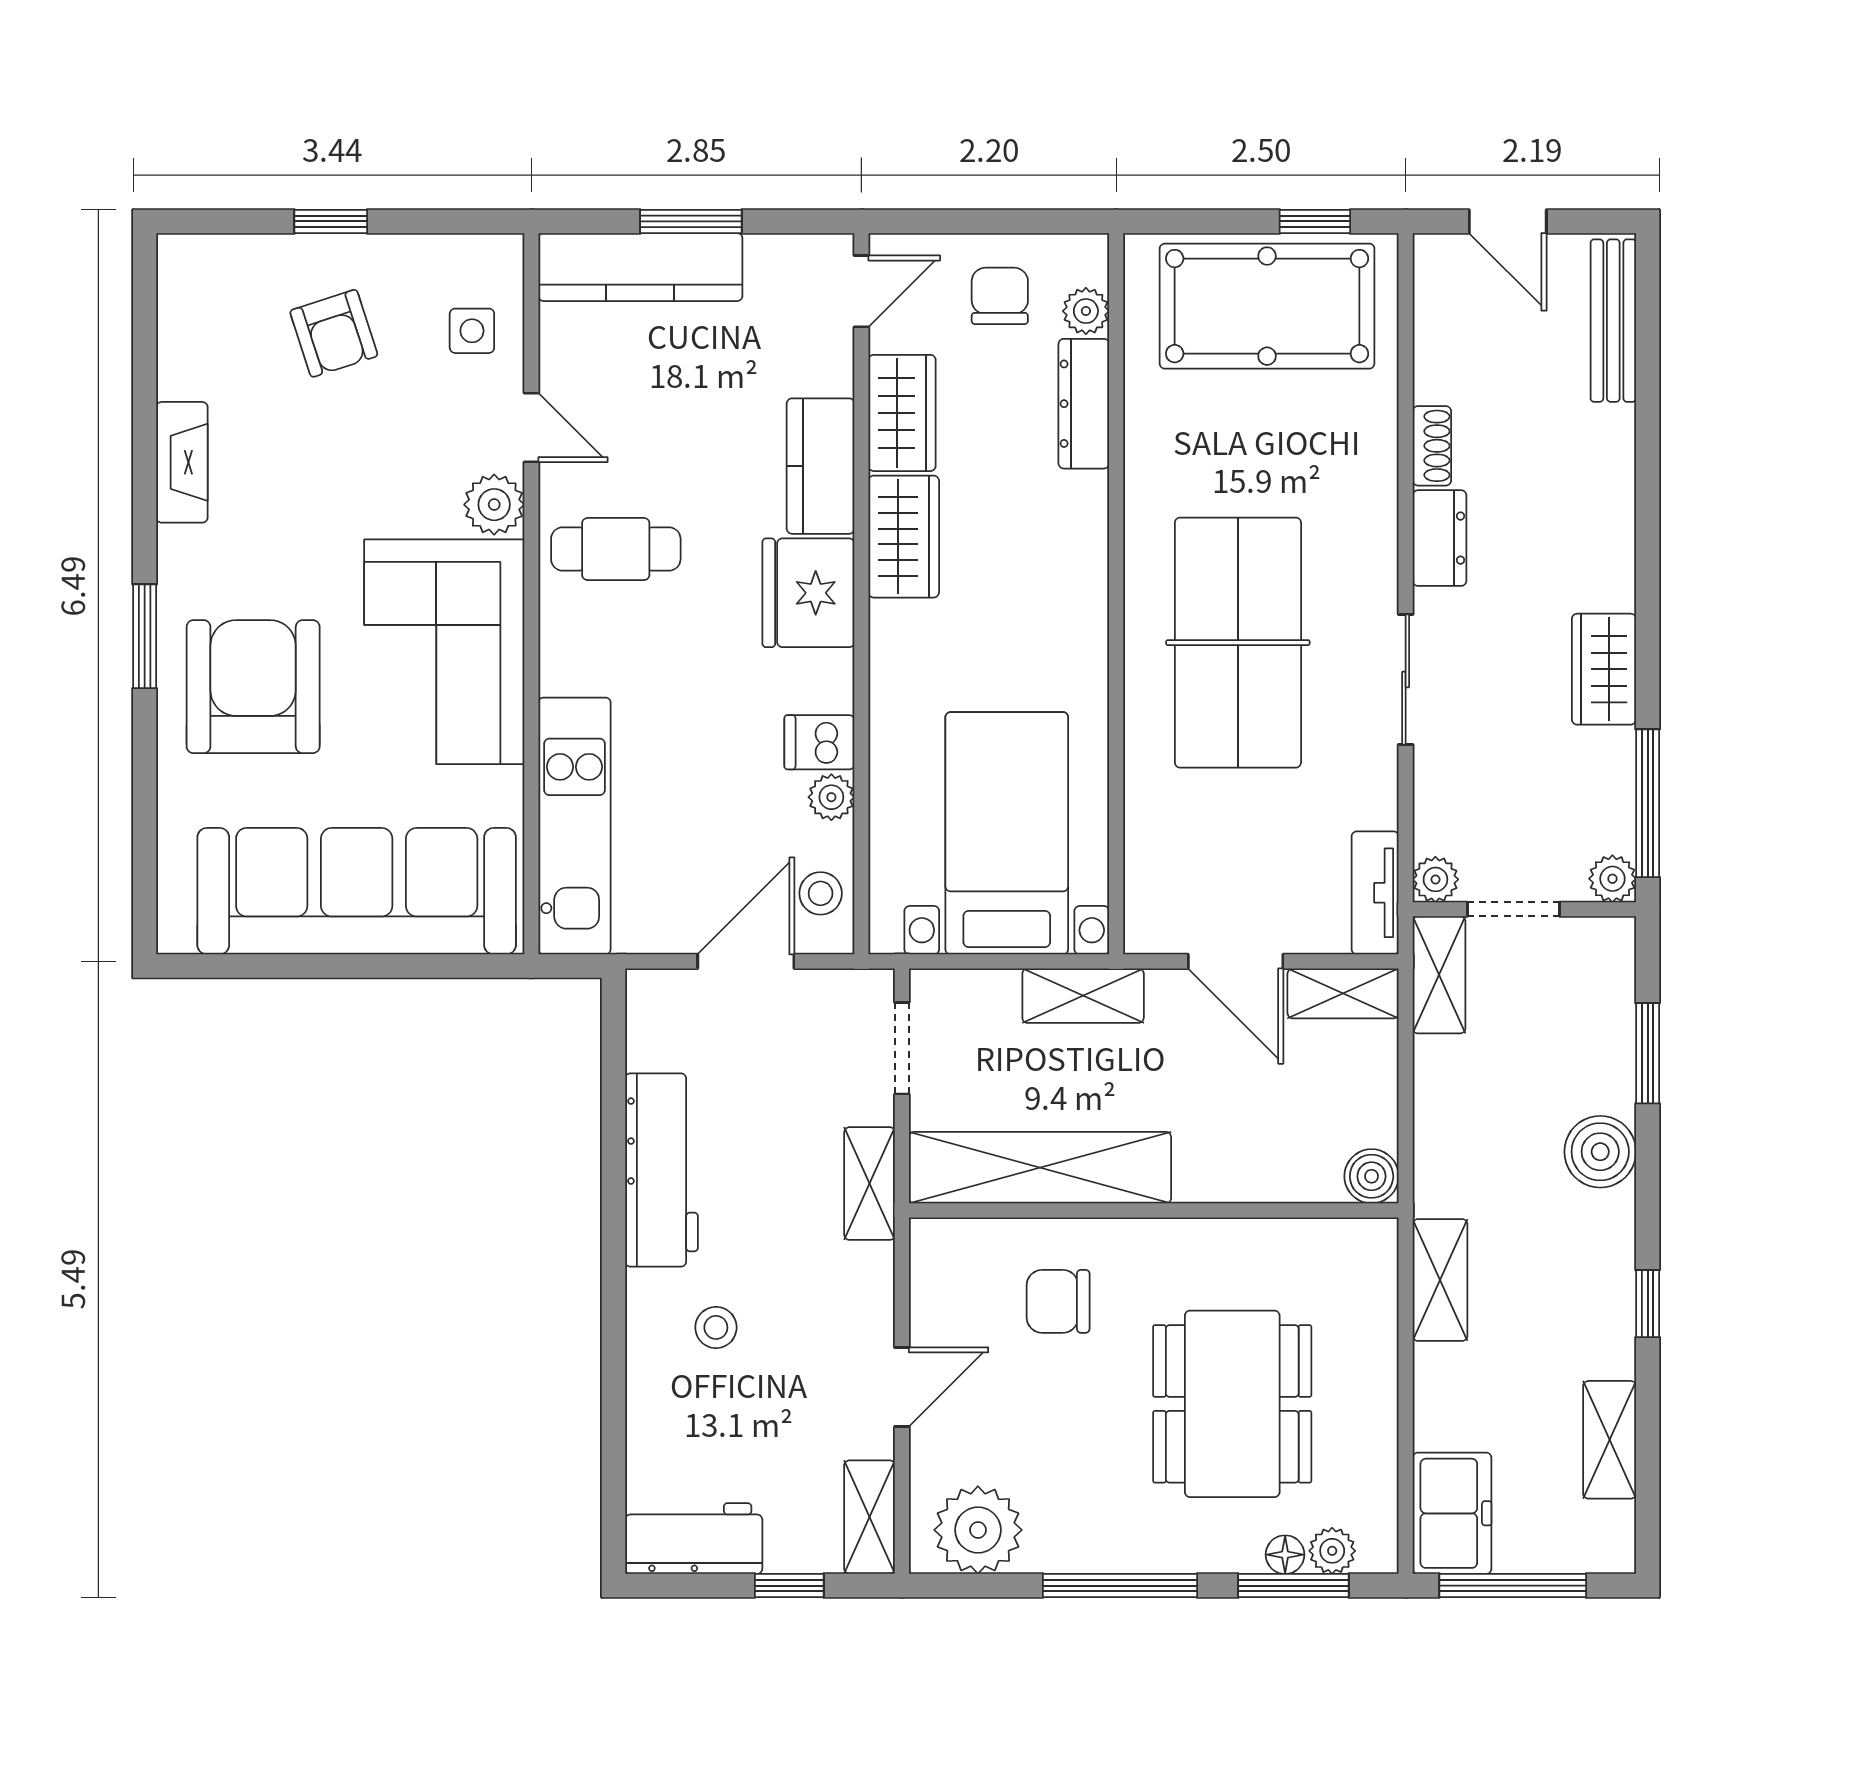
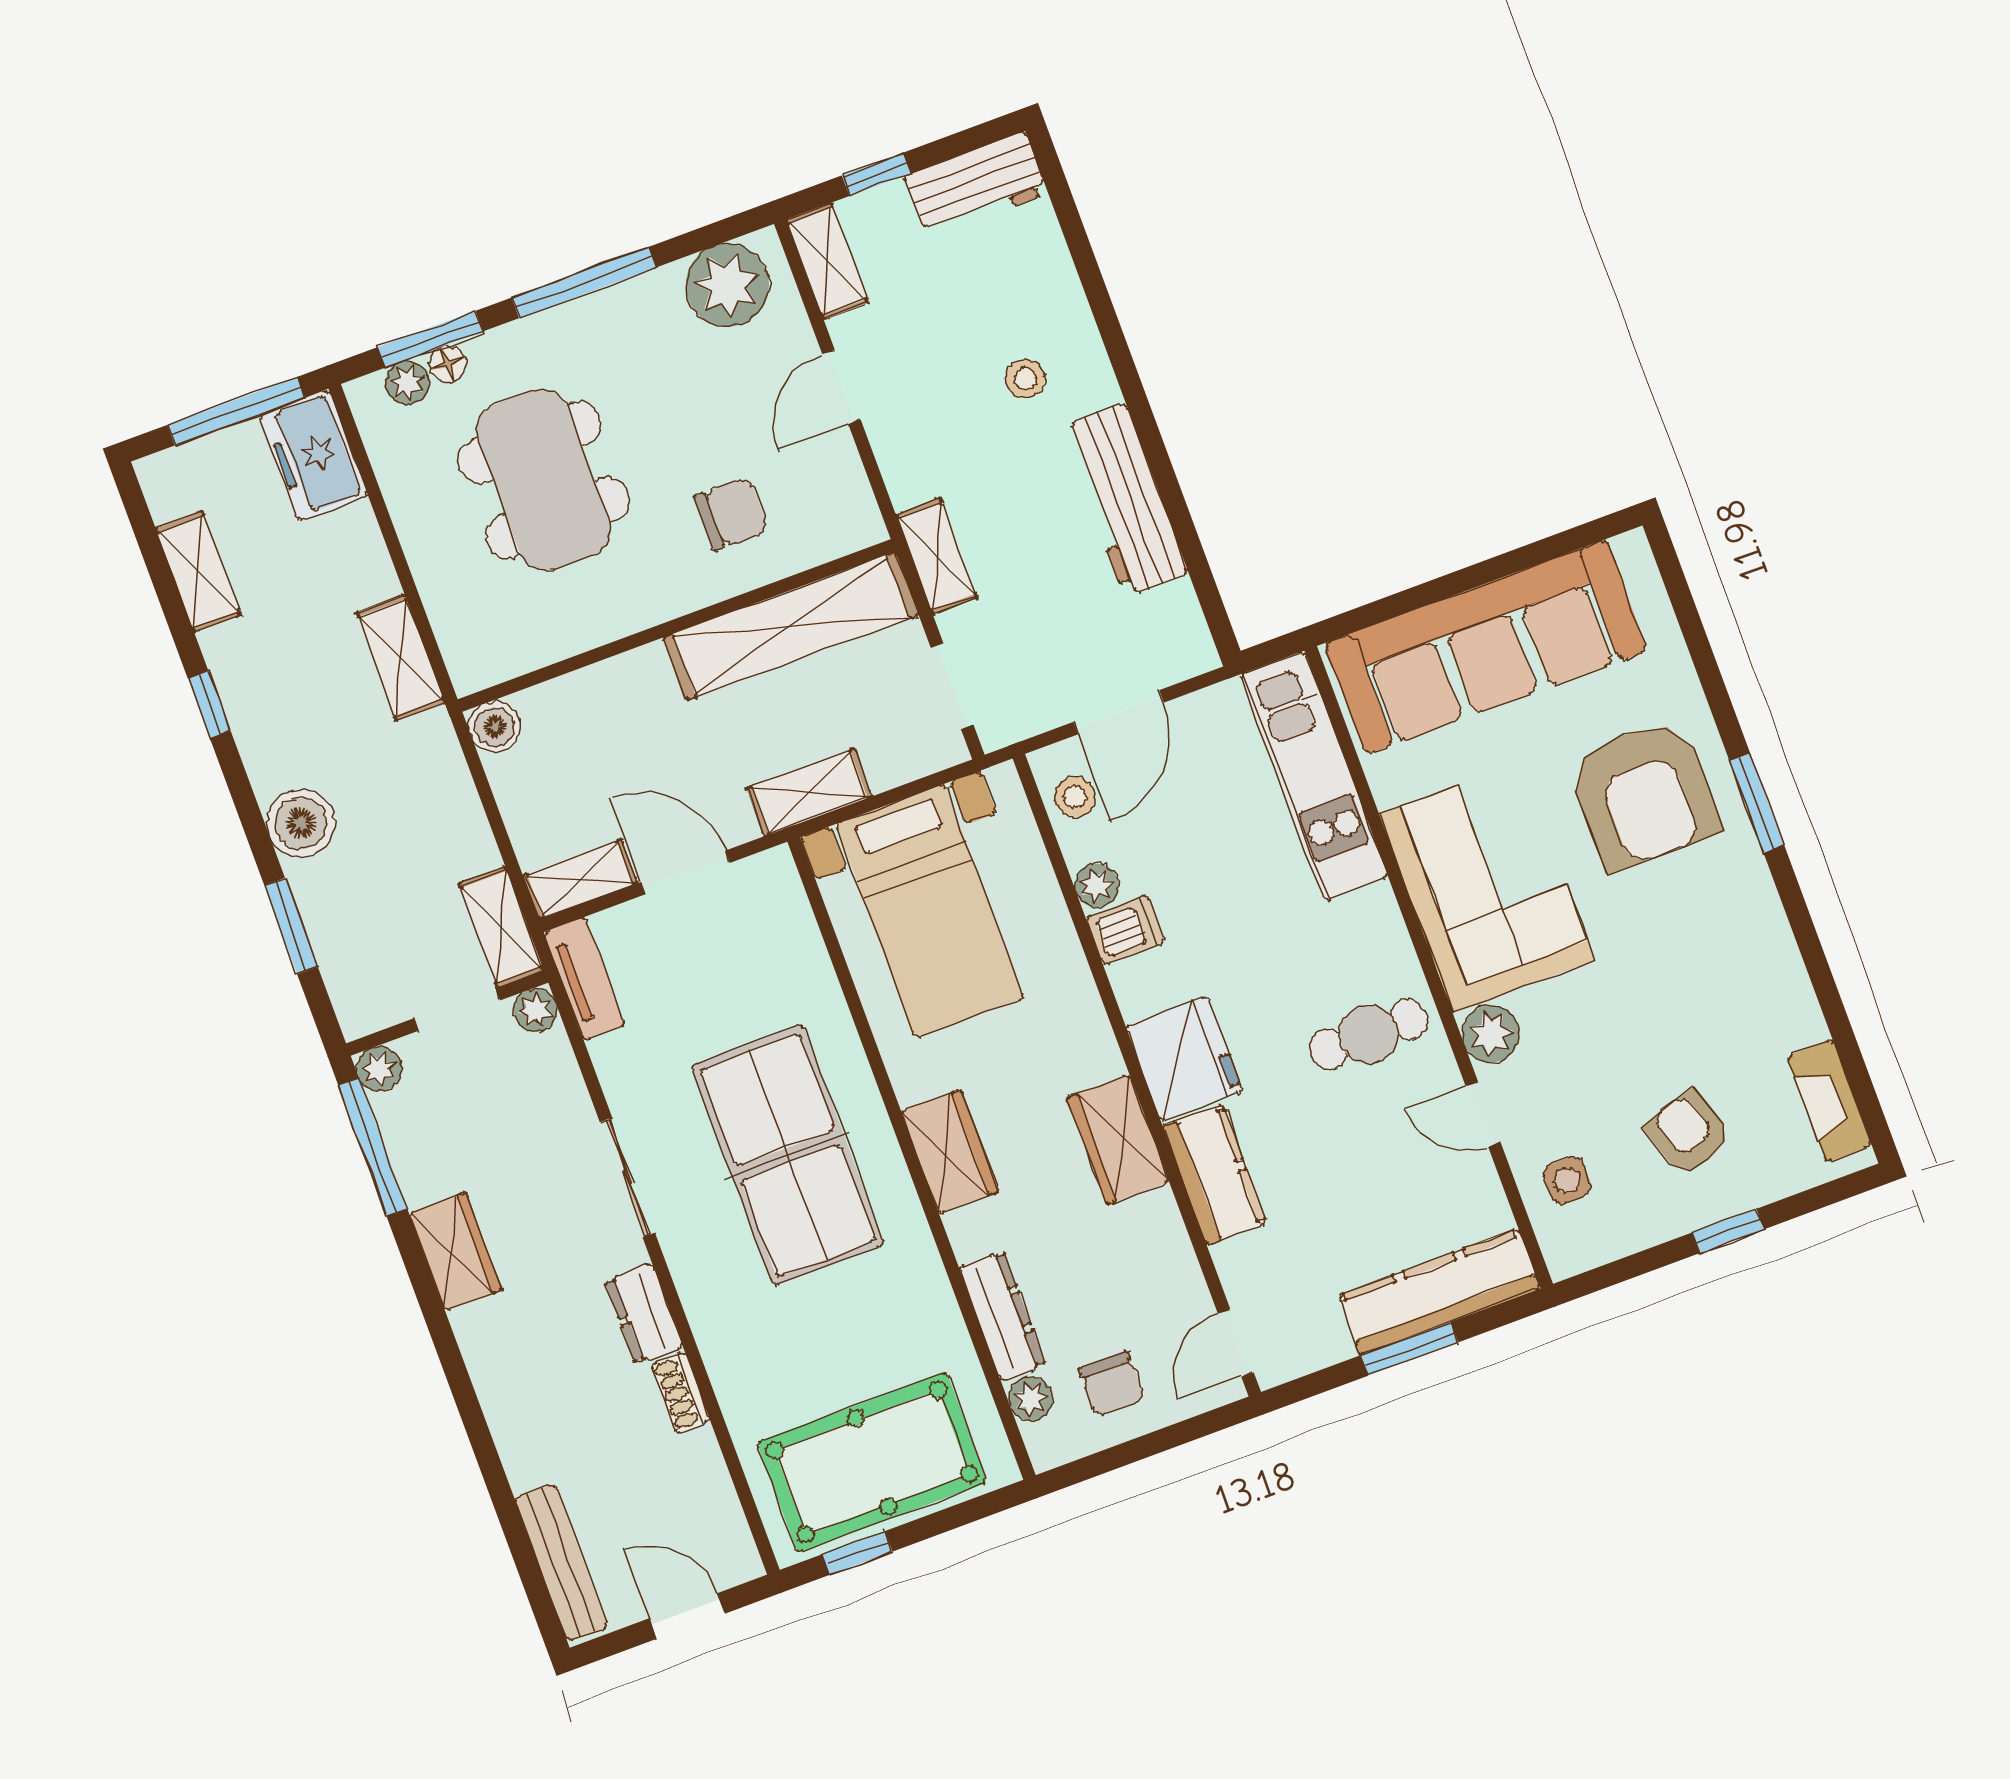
wardrobe: (902, 413) -> (950, 1152), moved, turned 180
fireplace: (182, 462) -> (1829, 1101), moved

